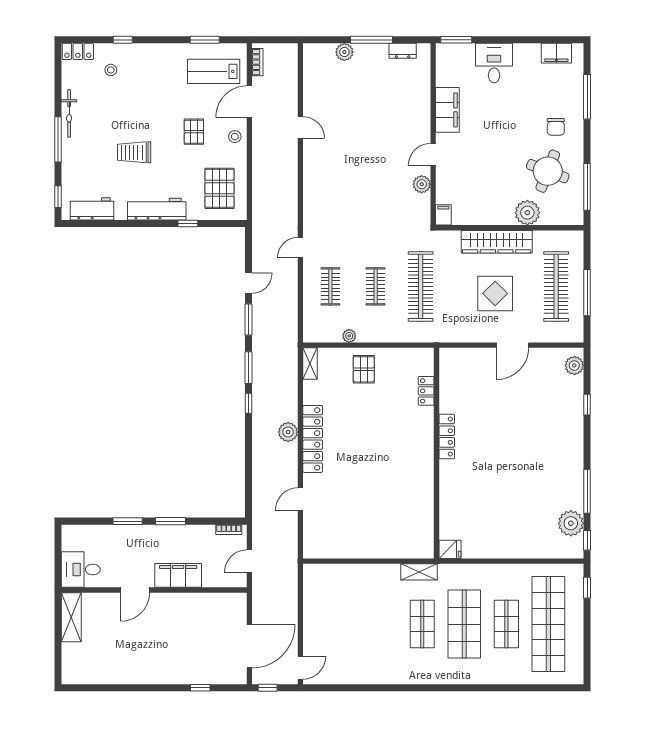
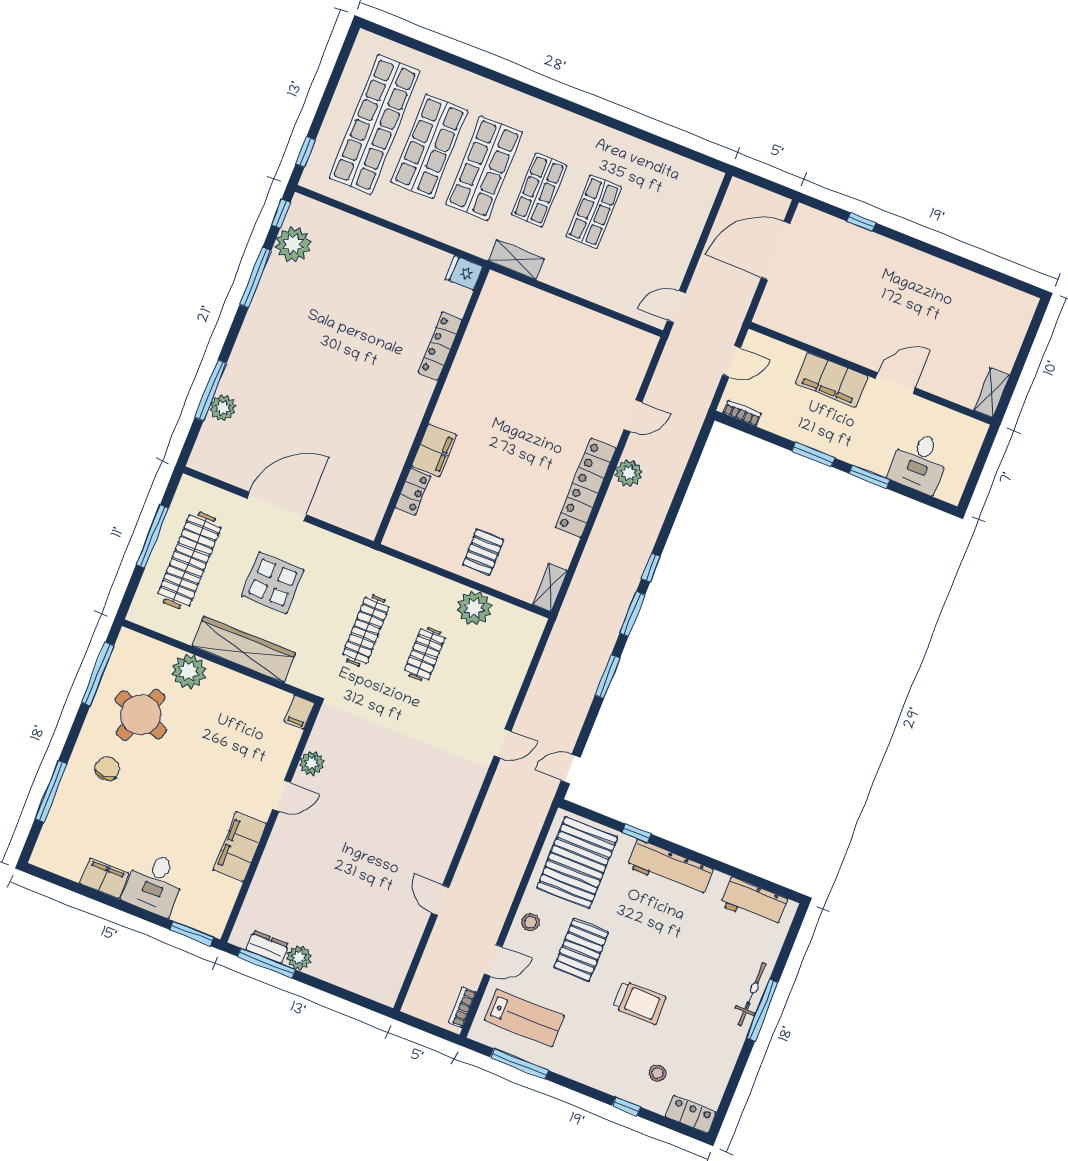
window: (205, 40) -> (519, 1064), width x1.44
window: (372, 40) -> (267, 963), moved
plant: (344, 52) -> (299, 958), moved
filing cabinet: (556, 53) -> (104, 878), moved
door: (249, 101) -> (493, 960), width x0.73
bicycle: (69, 113) -> (752, 994), moved
pallet: (194, 132) -> (581, 950), width x1.50, depth x1.42
trolley: (134, 152) -> (639, 1003), moved
pallet: (220, 188) -> (577, 863), width x1.37, depth x1.41
window: (58, 197) -> (792, 936), removed
door: (249, 283) -> (571, 769), moved
clothes rail: (330, 286) -> (484, 677), removed
clothes rail: (421, 286) -> (366, 631), width x0.73, depth x0.76
plant: (349, 336) -> (474, 608), width x1.88, depth x1.88
door: (513, 345) -> (277, 506), width x1.36
plant: (574, 365) -> (223, 408), moved
window: (587, 405) -> (211, 390), width x2.17
filing cabinet: (423, 424) -> (434, 450), added
plant: (288, 432) -> (629, 473), moved
locker: (447, 437) -> (440, 346), moved
desk: (81, 570) -> (919, 462), moved, turned 90
shelving: (71, 617) -> (992, 393), width x0.67, depth x0.75
shop shelf: (380, 624) -> (594, 212), added
shop shelf: (506, 624) -> (429, 146), width x1.43, depth x1.36
door: (300, 668) -> (676, 307), moved
window: (268, 688) -> (773, 187), removed

